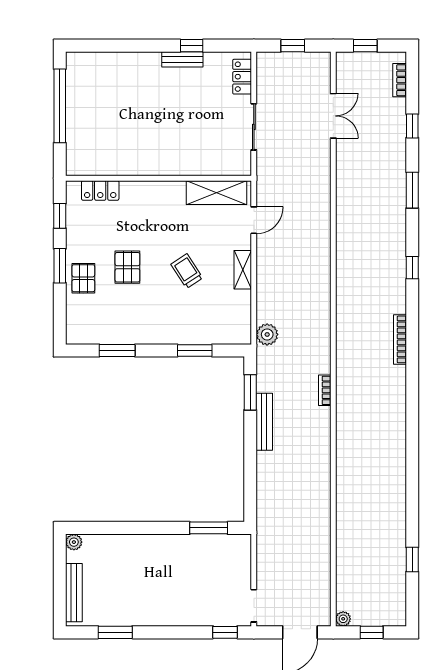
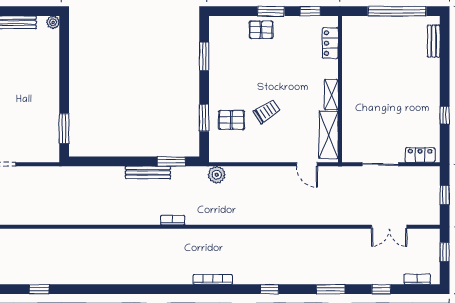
bench: (182, 59) -> (434, 41), moved
pallet: (127, 267) -> (232, 120), moved
shelving: (243, 270) -> (331, 95), moved, turned 90

